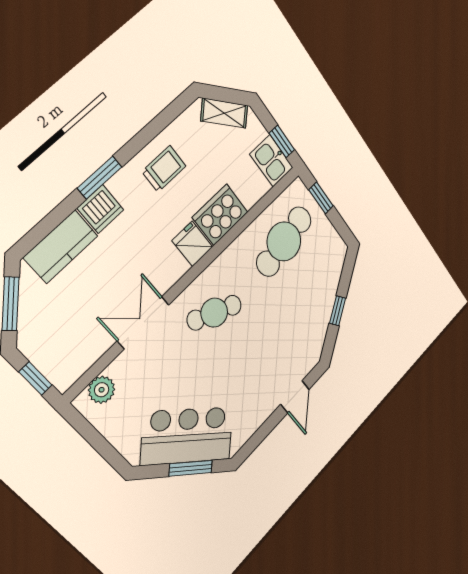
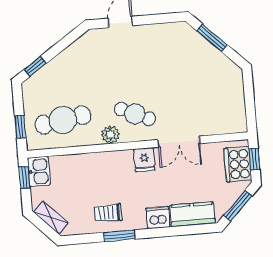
window: (100, 178) -> (119, 236), moved
cooker: (220, 215) -> (238, 164), moved, turned 90
fridge: (192, 244) -> (144, 160), moved
window: (338, 311) -> (35, 66), moved
plant: (102, 390) -> (110, 135), moved
bar counter: (187, 436) -> (200, 58), removed

